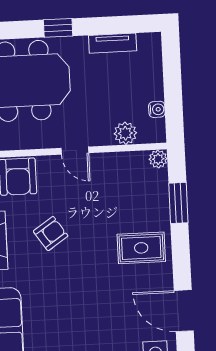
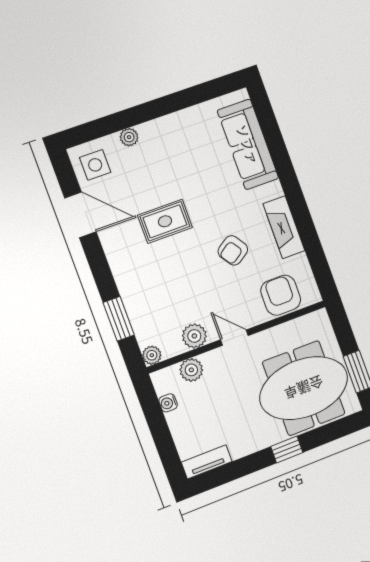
tv unit: (113, 43) -> (207, 462), moved
plant: (113, 164) -> (194, 336), added
rug: (141, 248) -> (165, 221), moved

